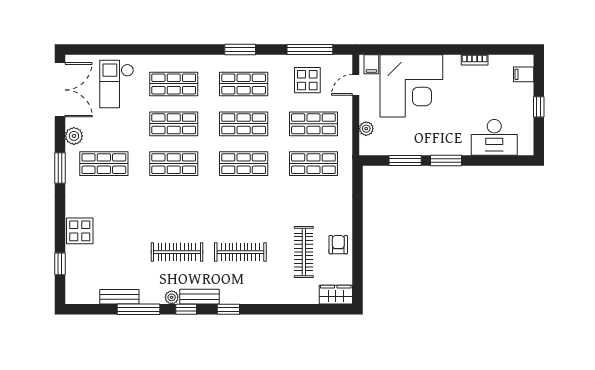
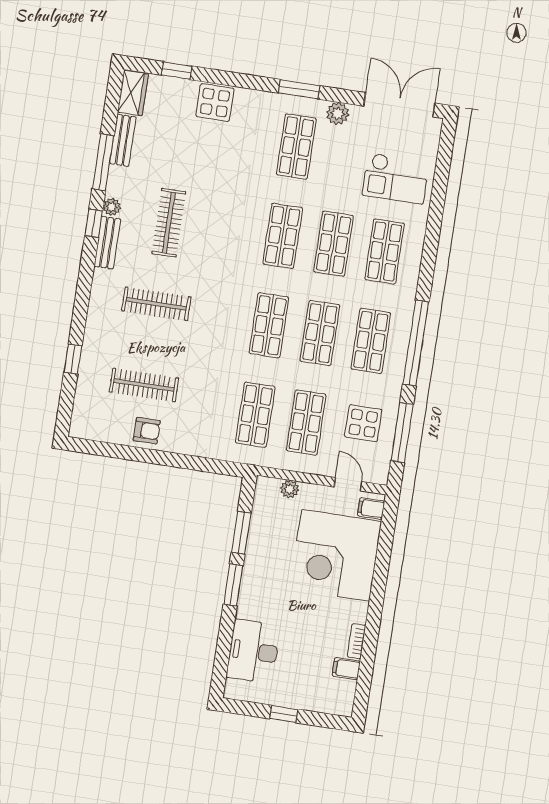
window: (240, 49) -> (416, 343), width x2.11
filing cabinet: (524, 74) -> (346, 669), moved, turned -90
checkout: (117, 84) -> (396, 178), turned 180
double door: (60, 90) -> (399, 105), swing flipped
clothes rail: (240, 252) -> (156, 304), turned 90
wardrobe: (336, 295) -> (133, 93), moved
window: (228, 309) -> (73, 359), moved

